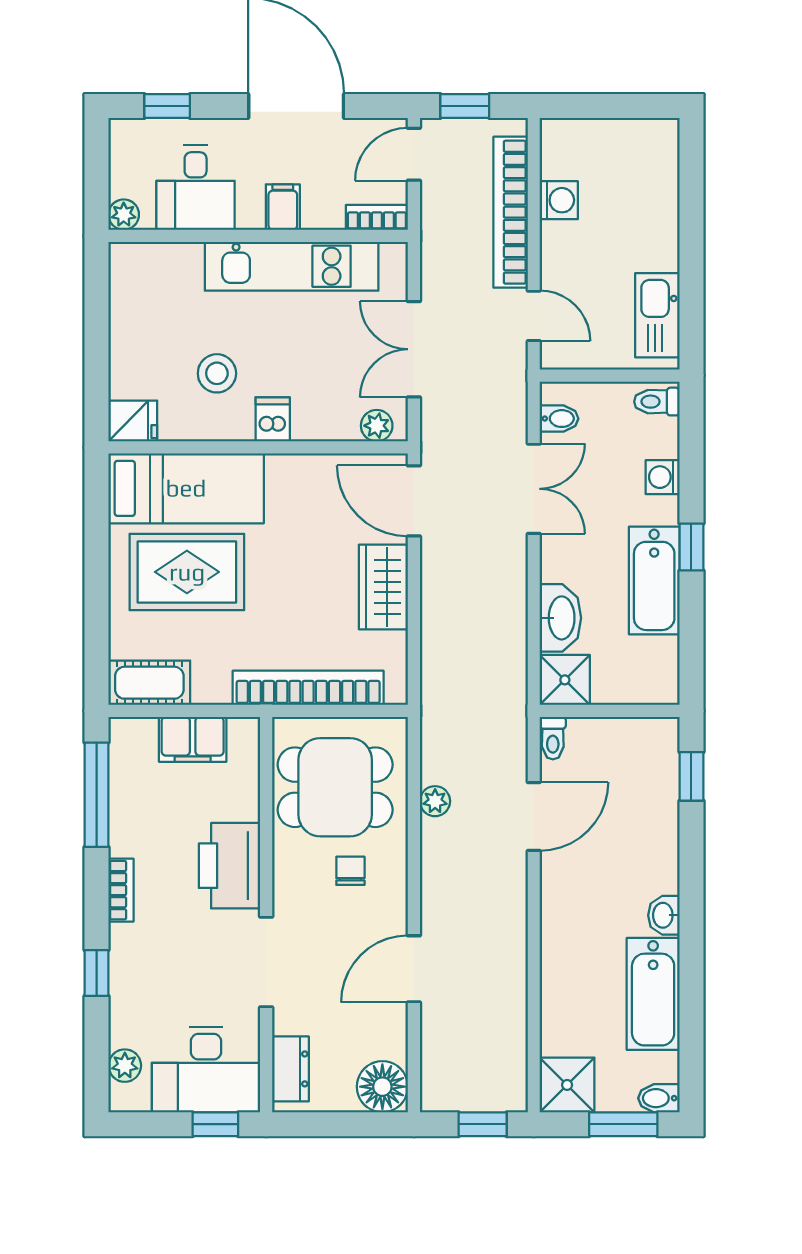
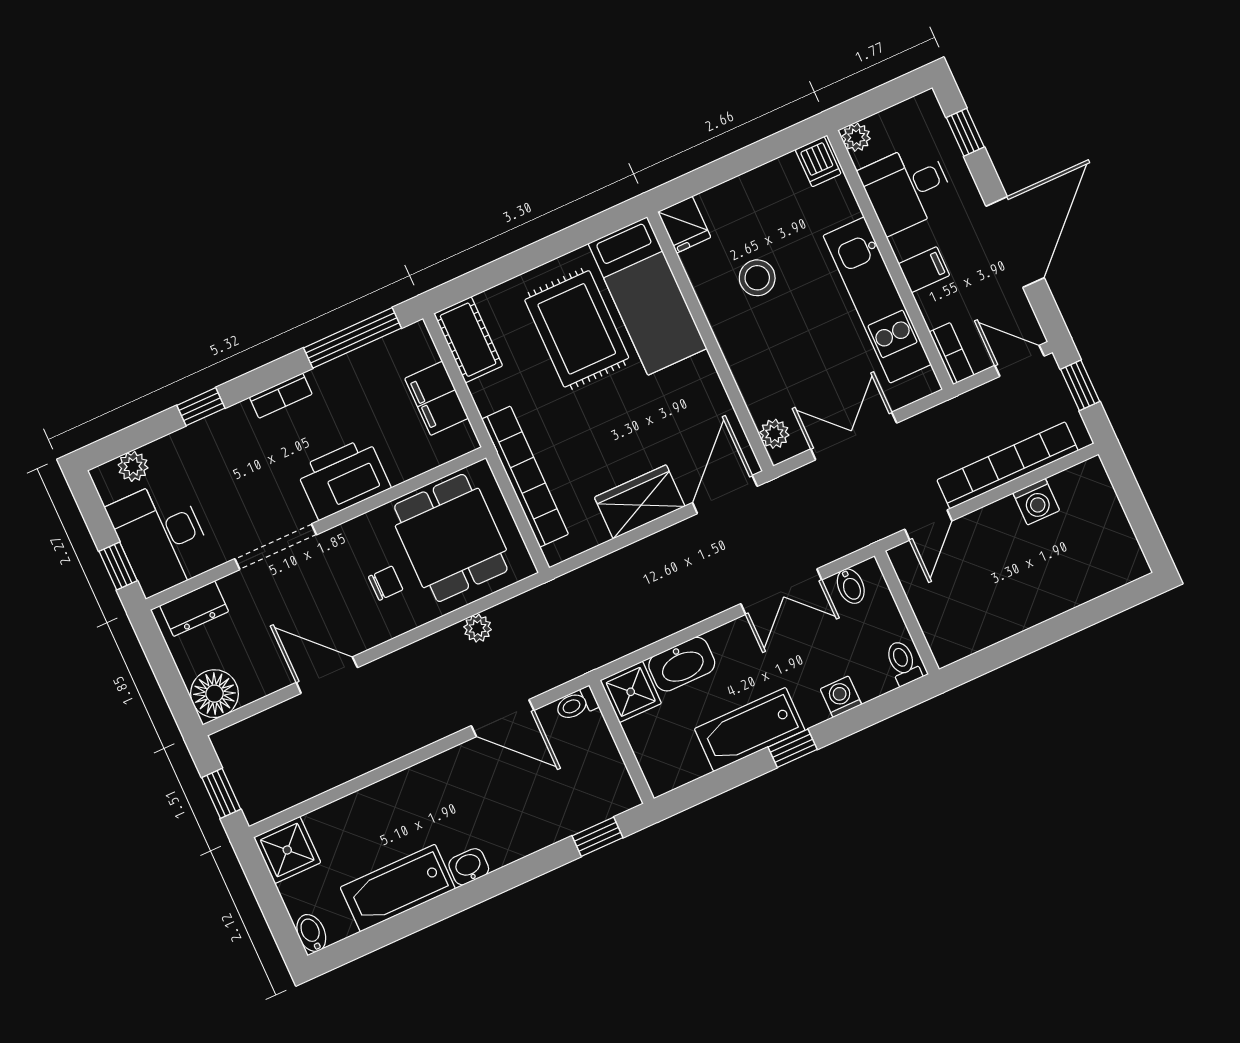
kitchen sink: (657, 315) -> (976, 630), removed
dishwasher: (273, 419) -> (818, 162), moved, turned 90
window: (623, 1124) -> (275, 913), removed

